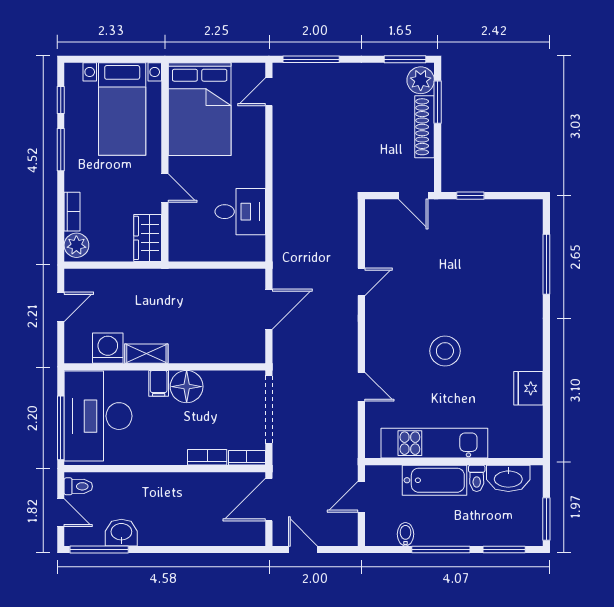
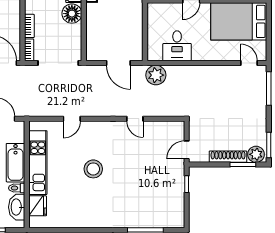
plant: (289, 247) -> (156, 75), added
fridge: (528, 388) -> (38, 206), moved, turned 90

